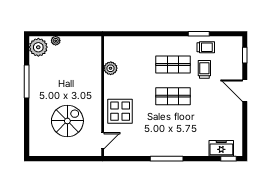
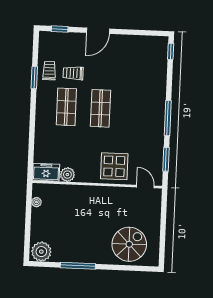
plant: (56, 41) -> (36, 202), moved
spiral stairs: (67, 121) -> (129, 244), moved, turned 90
freezer: (221, 148) -> (46, 172), moved, turned 90
window: (129, 159) -> (166, 159), added

